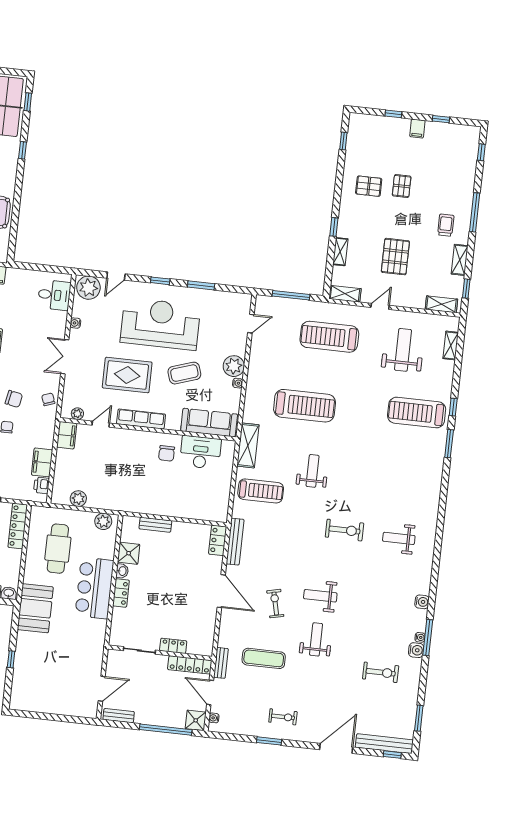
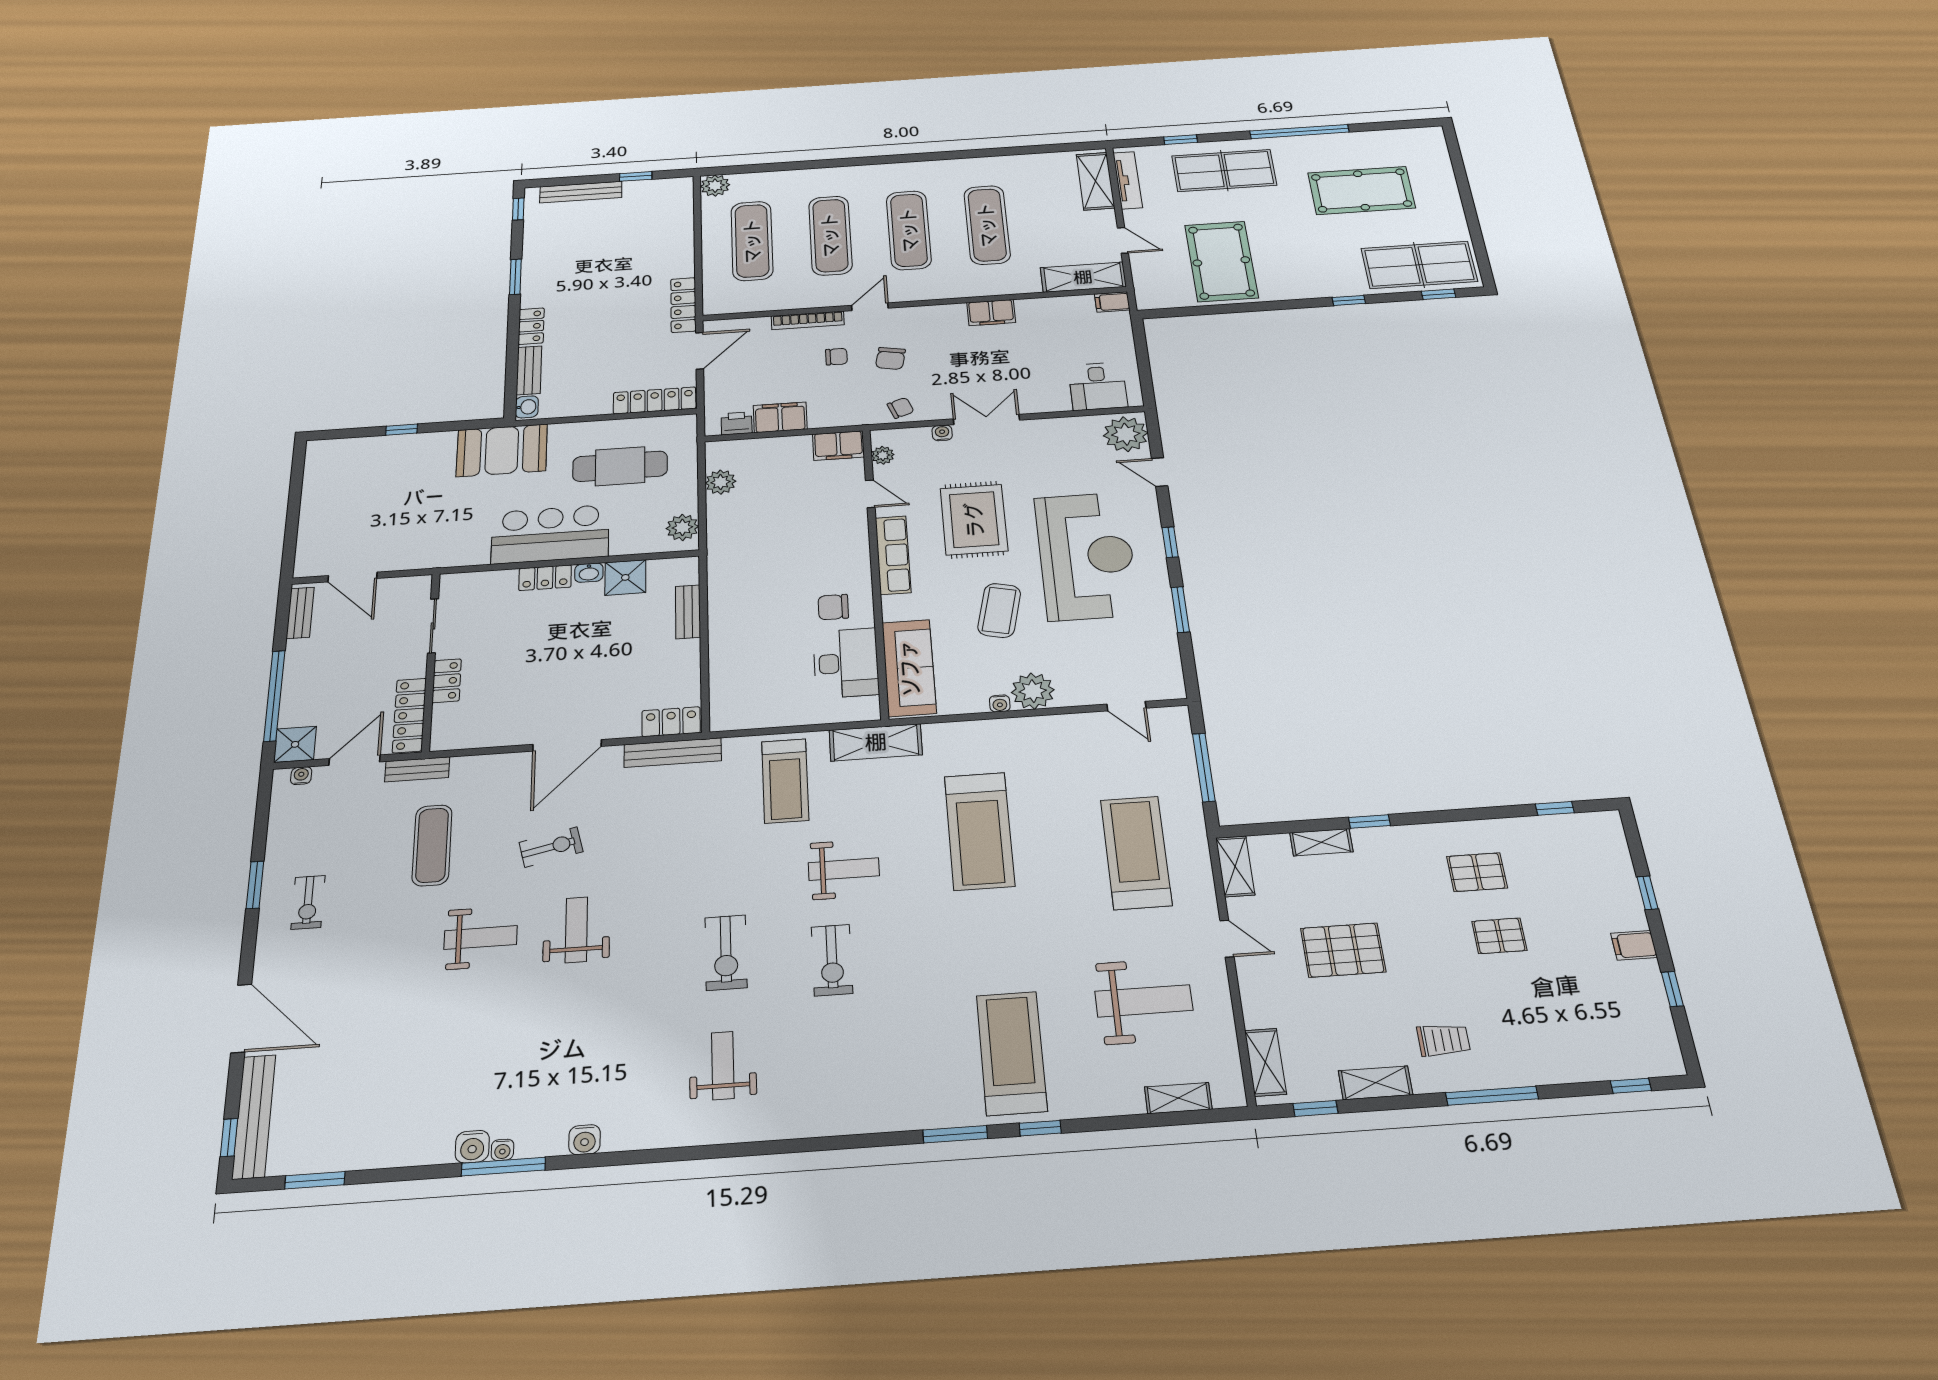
pallet: (369, 186) -> (1477, 872), turned 90
water cooler: (75, 323) -> (942, 433), moved
coffee table: (184, 373) -> (999, 610), turned 31
exercise bike: (381, 672) -> (832, 960), moved

